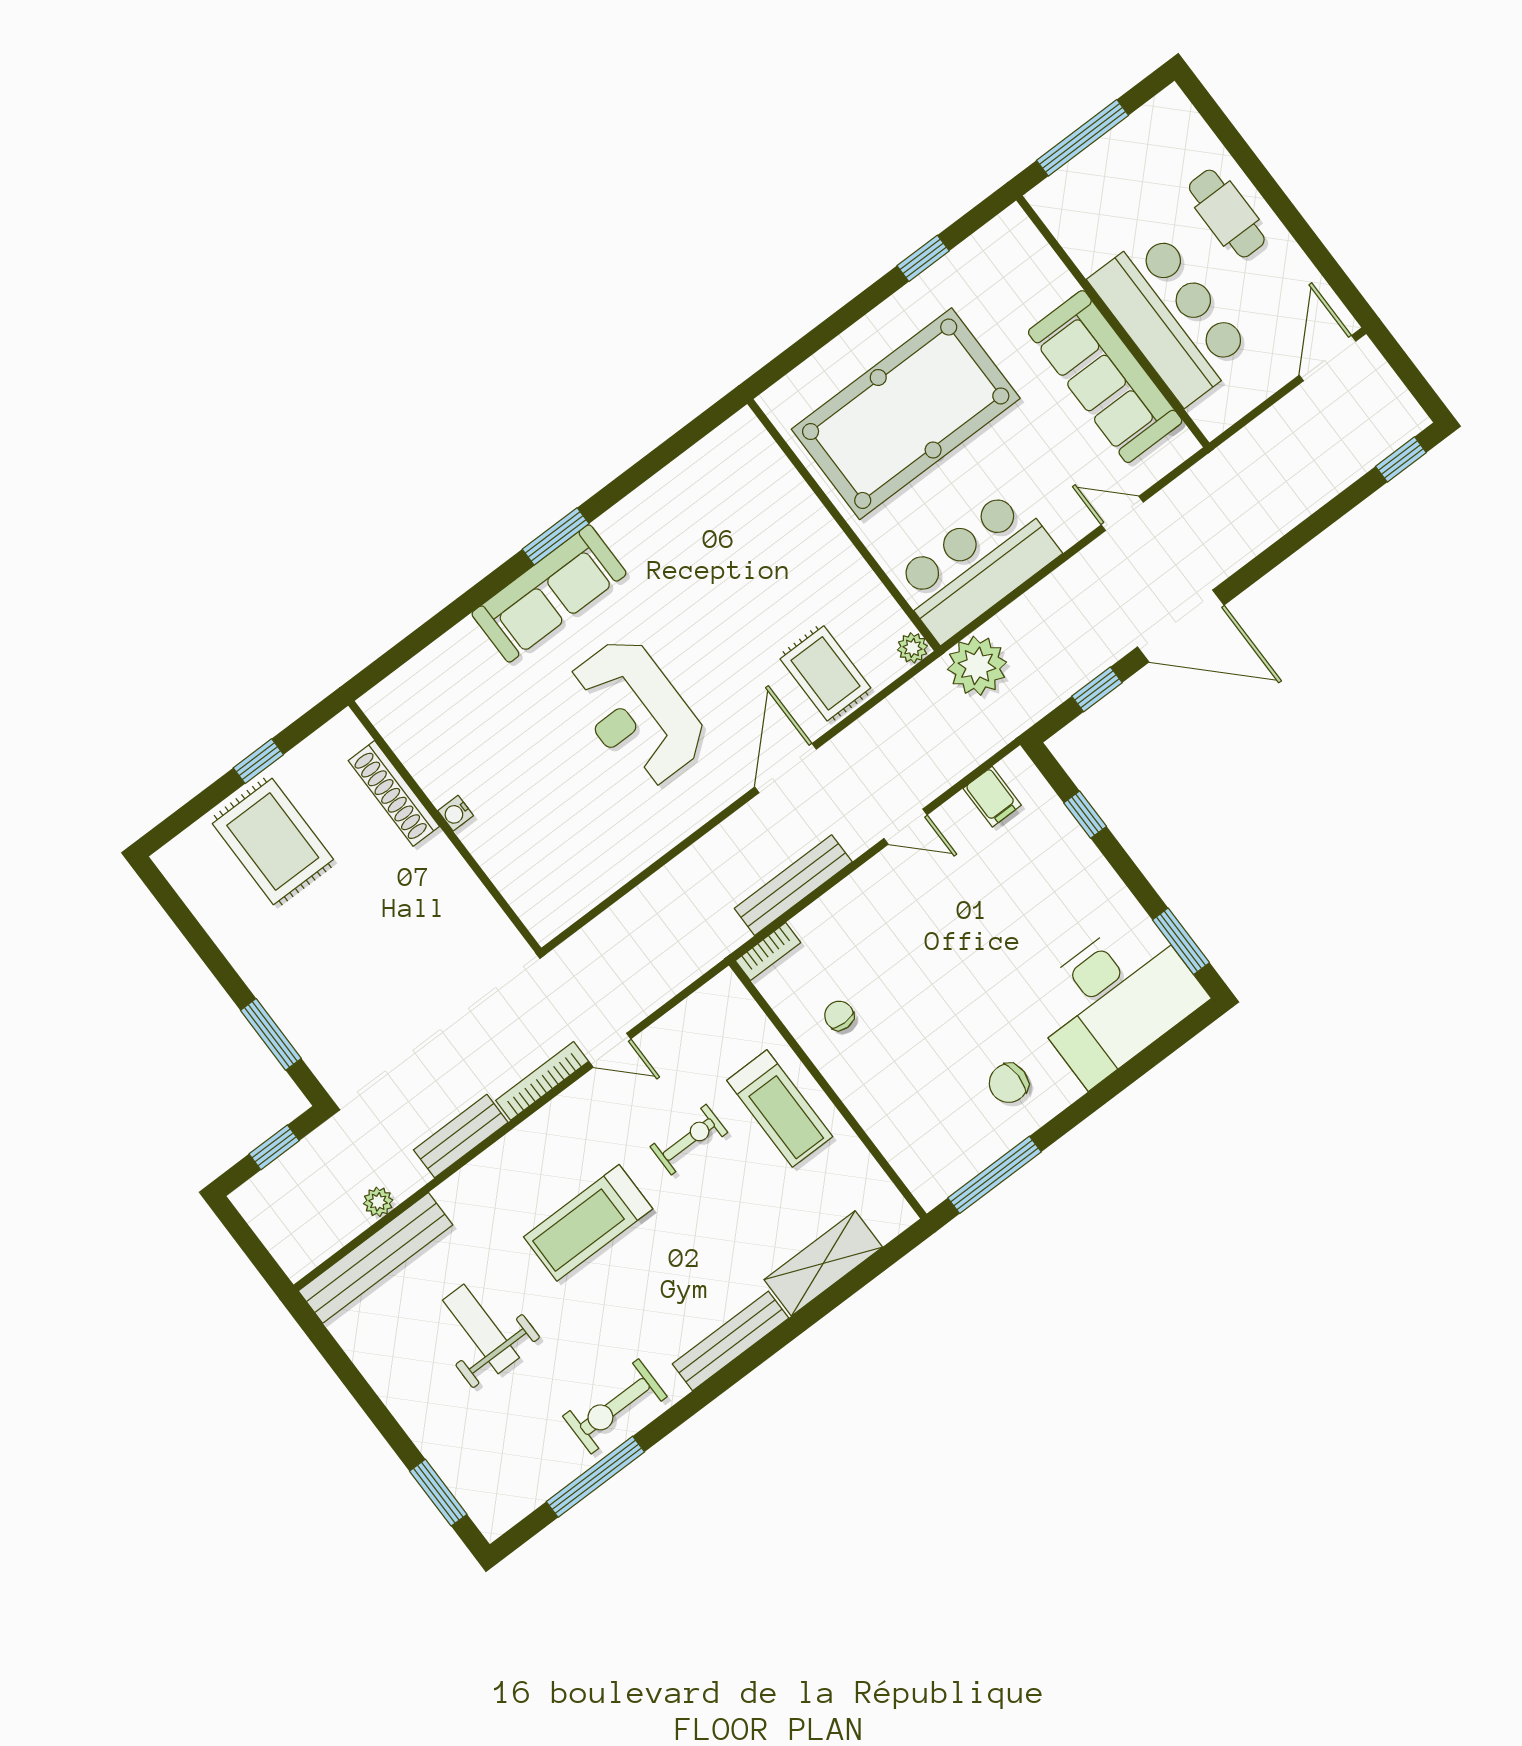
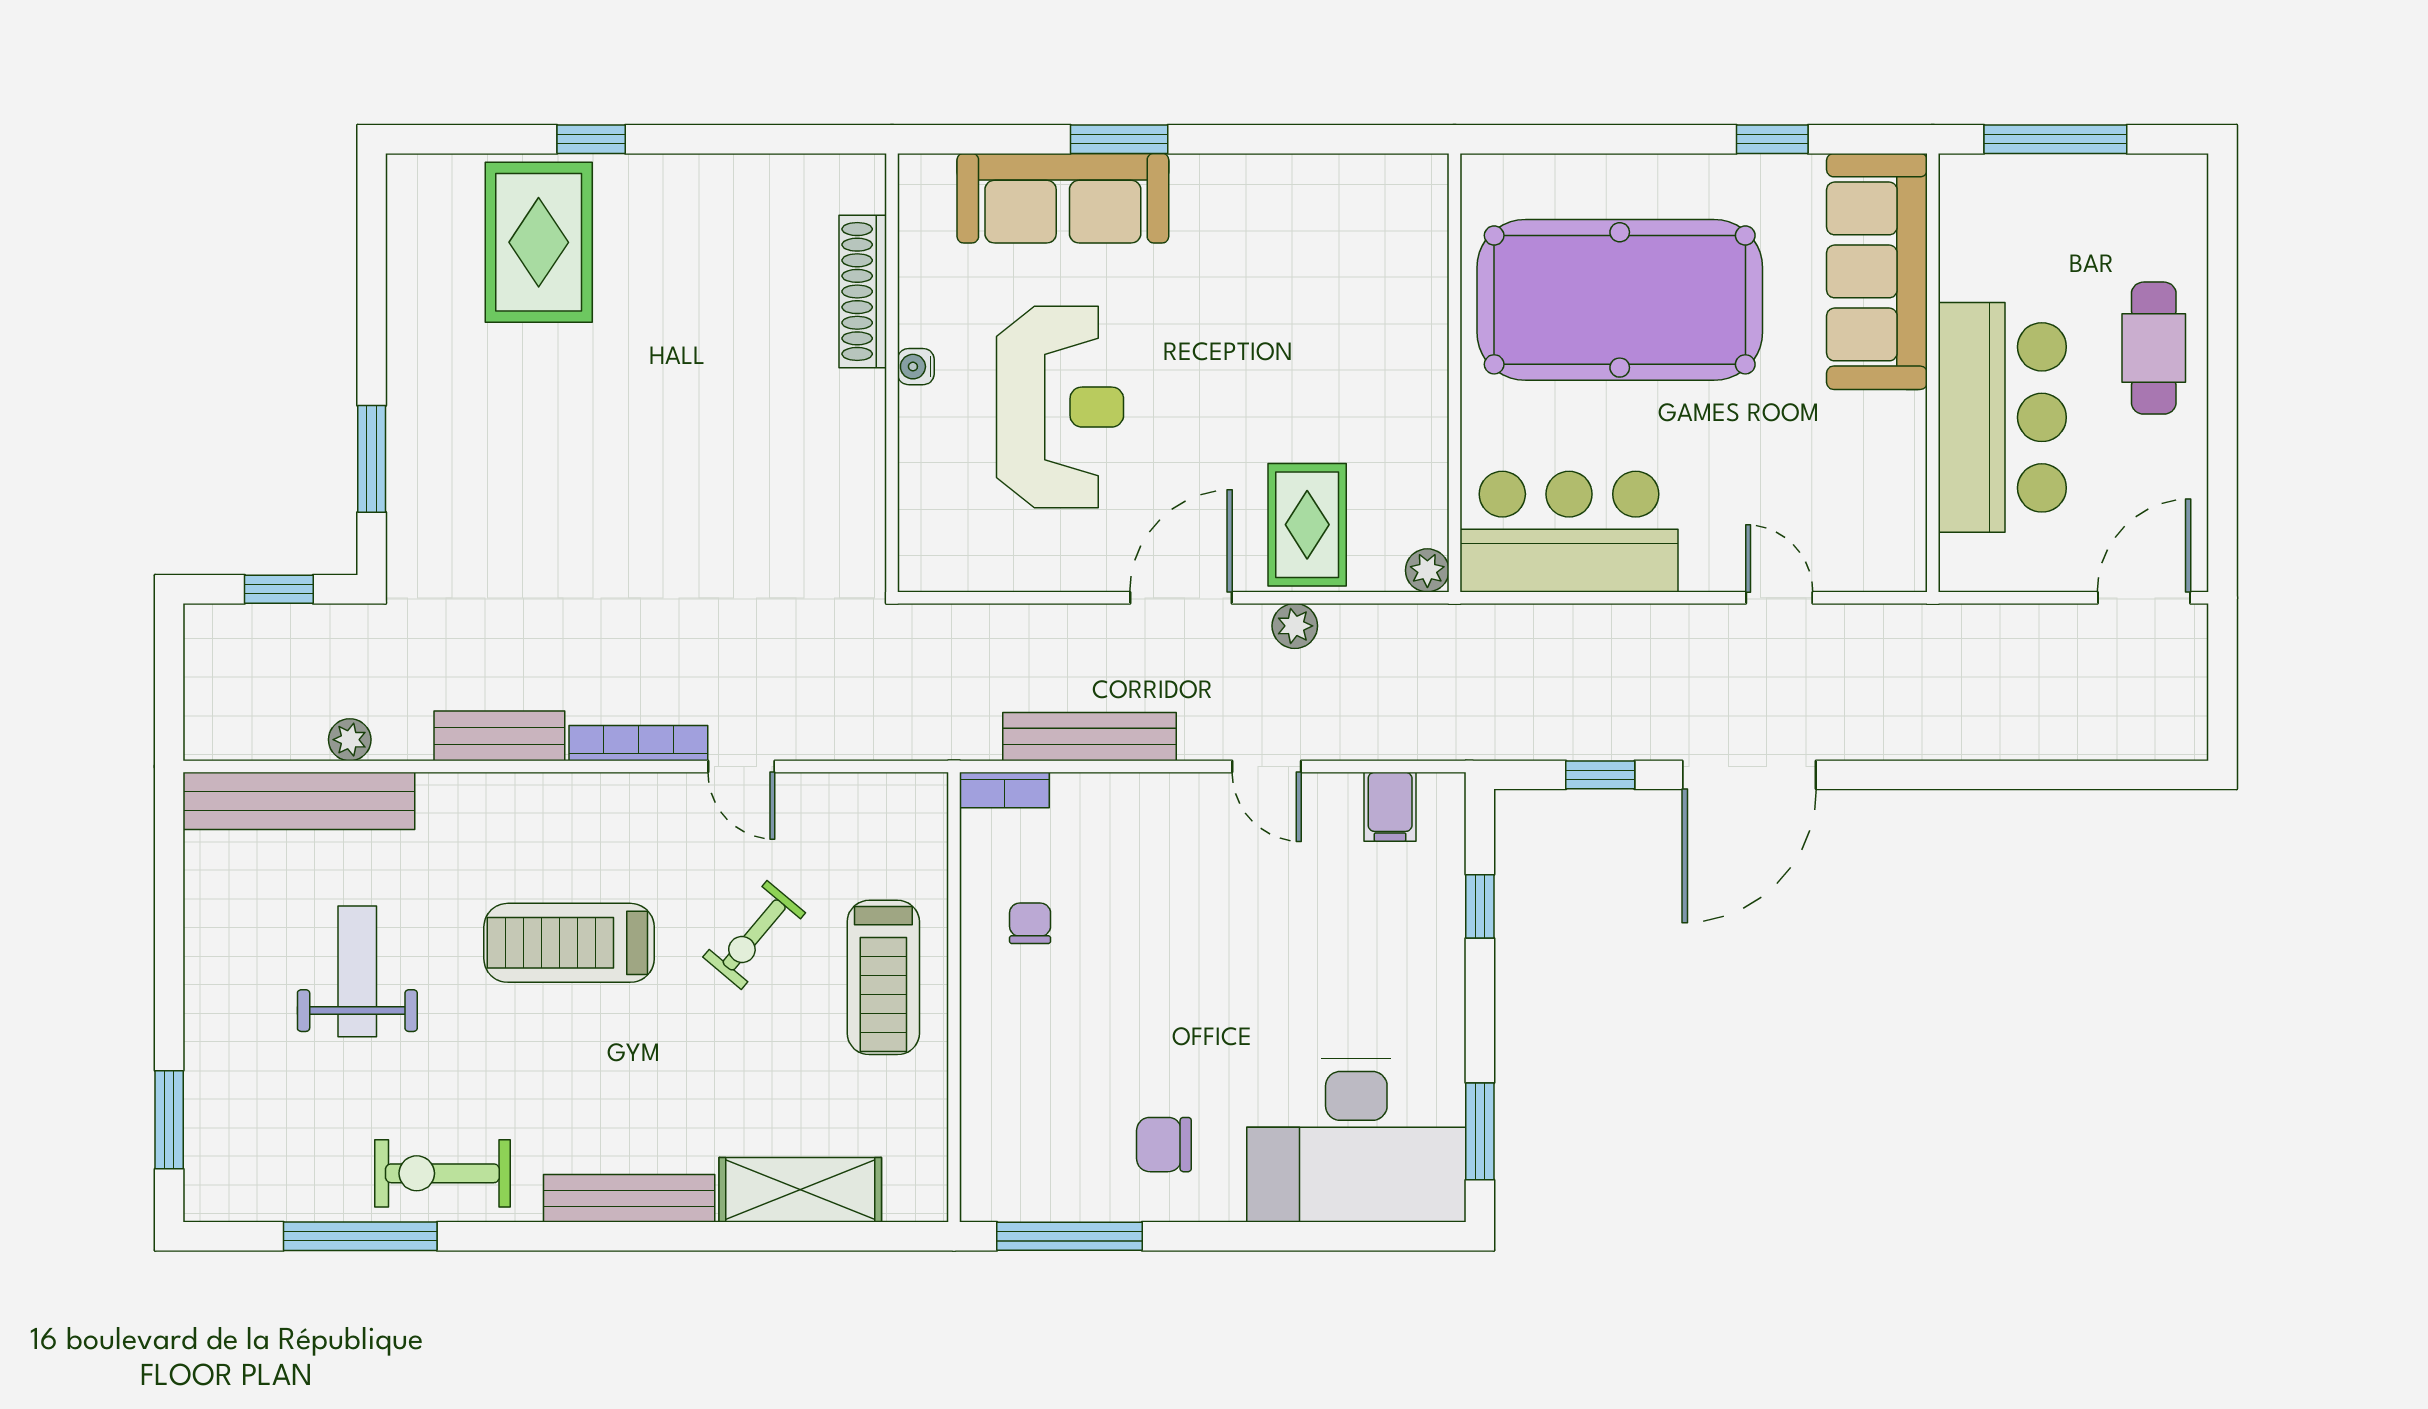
sofa: (1105, 377) -> (1877, 271), moved
window: (1401, 459) -> (2140, 775), removed
door: (1181, 626) -> (1749, 775), hinge flipped
plant: (977, 666) -> (1295, 626), moved, width x0.53, depth x0.53
reception desk: (636, 712) -> (1060, 407), turned 180
shoe rack: (394, 793) -> (863, 292), moved
water cooler: (456, 813) -> (916, 367), moved
wall: (445, 827) -> (892, 373), moved
exercise bike: (689, 1140) -> (754, 935), turned 130

